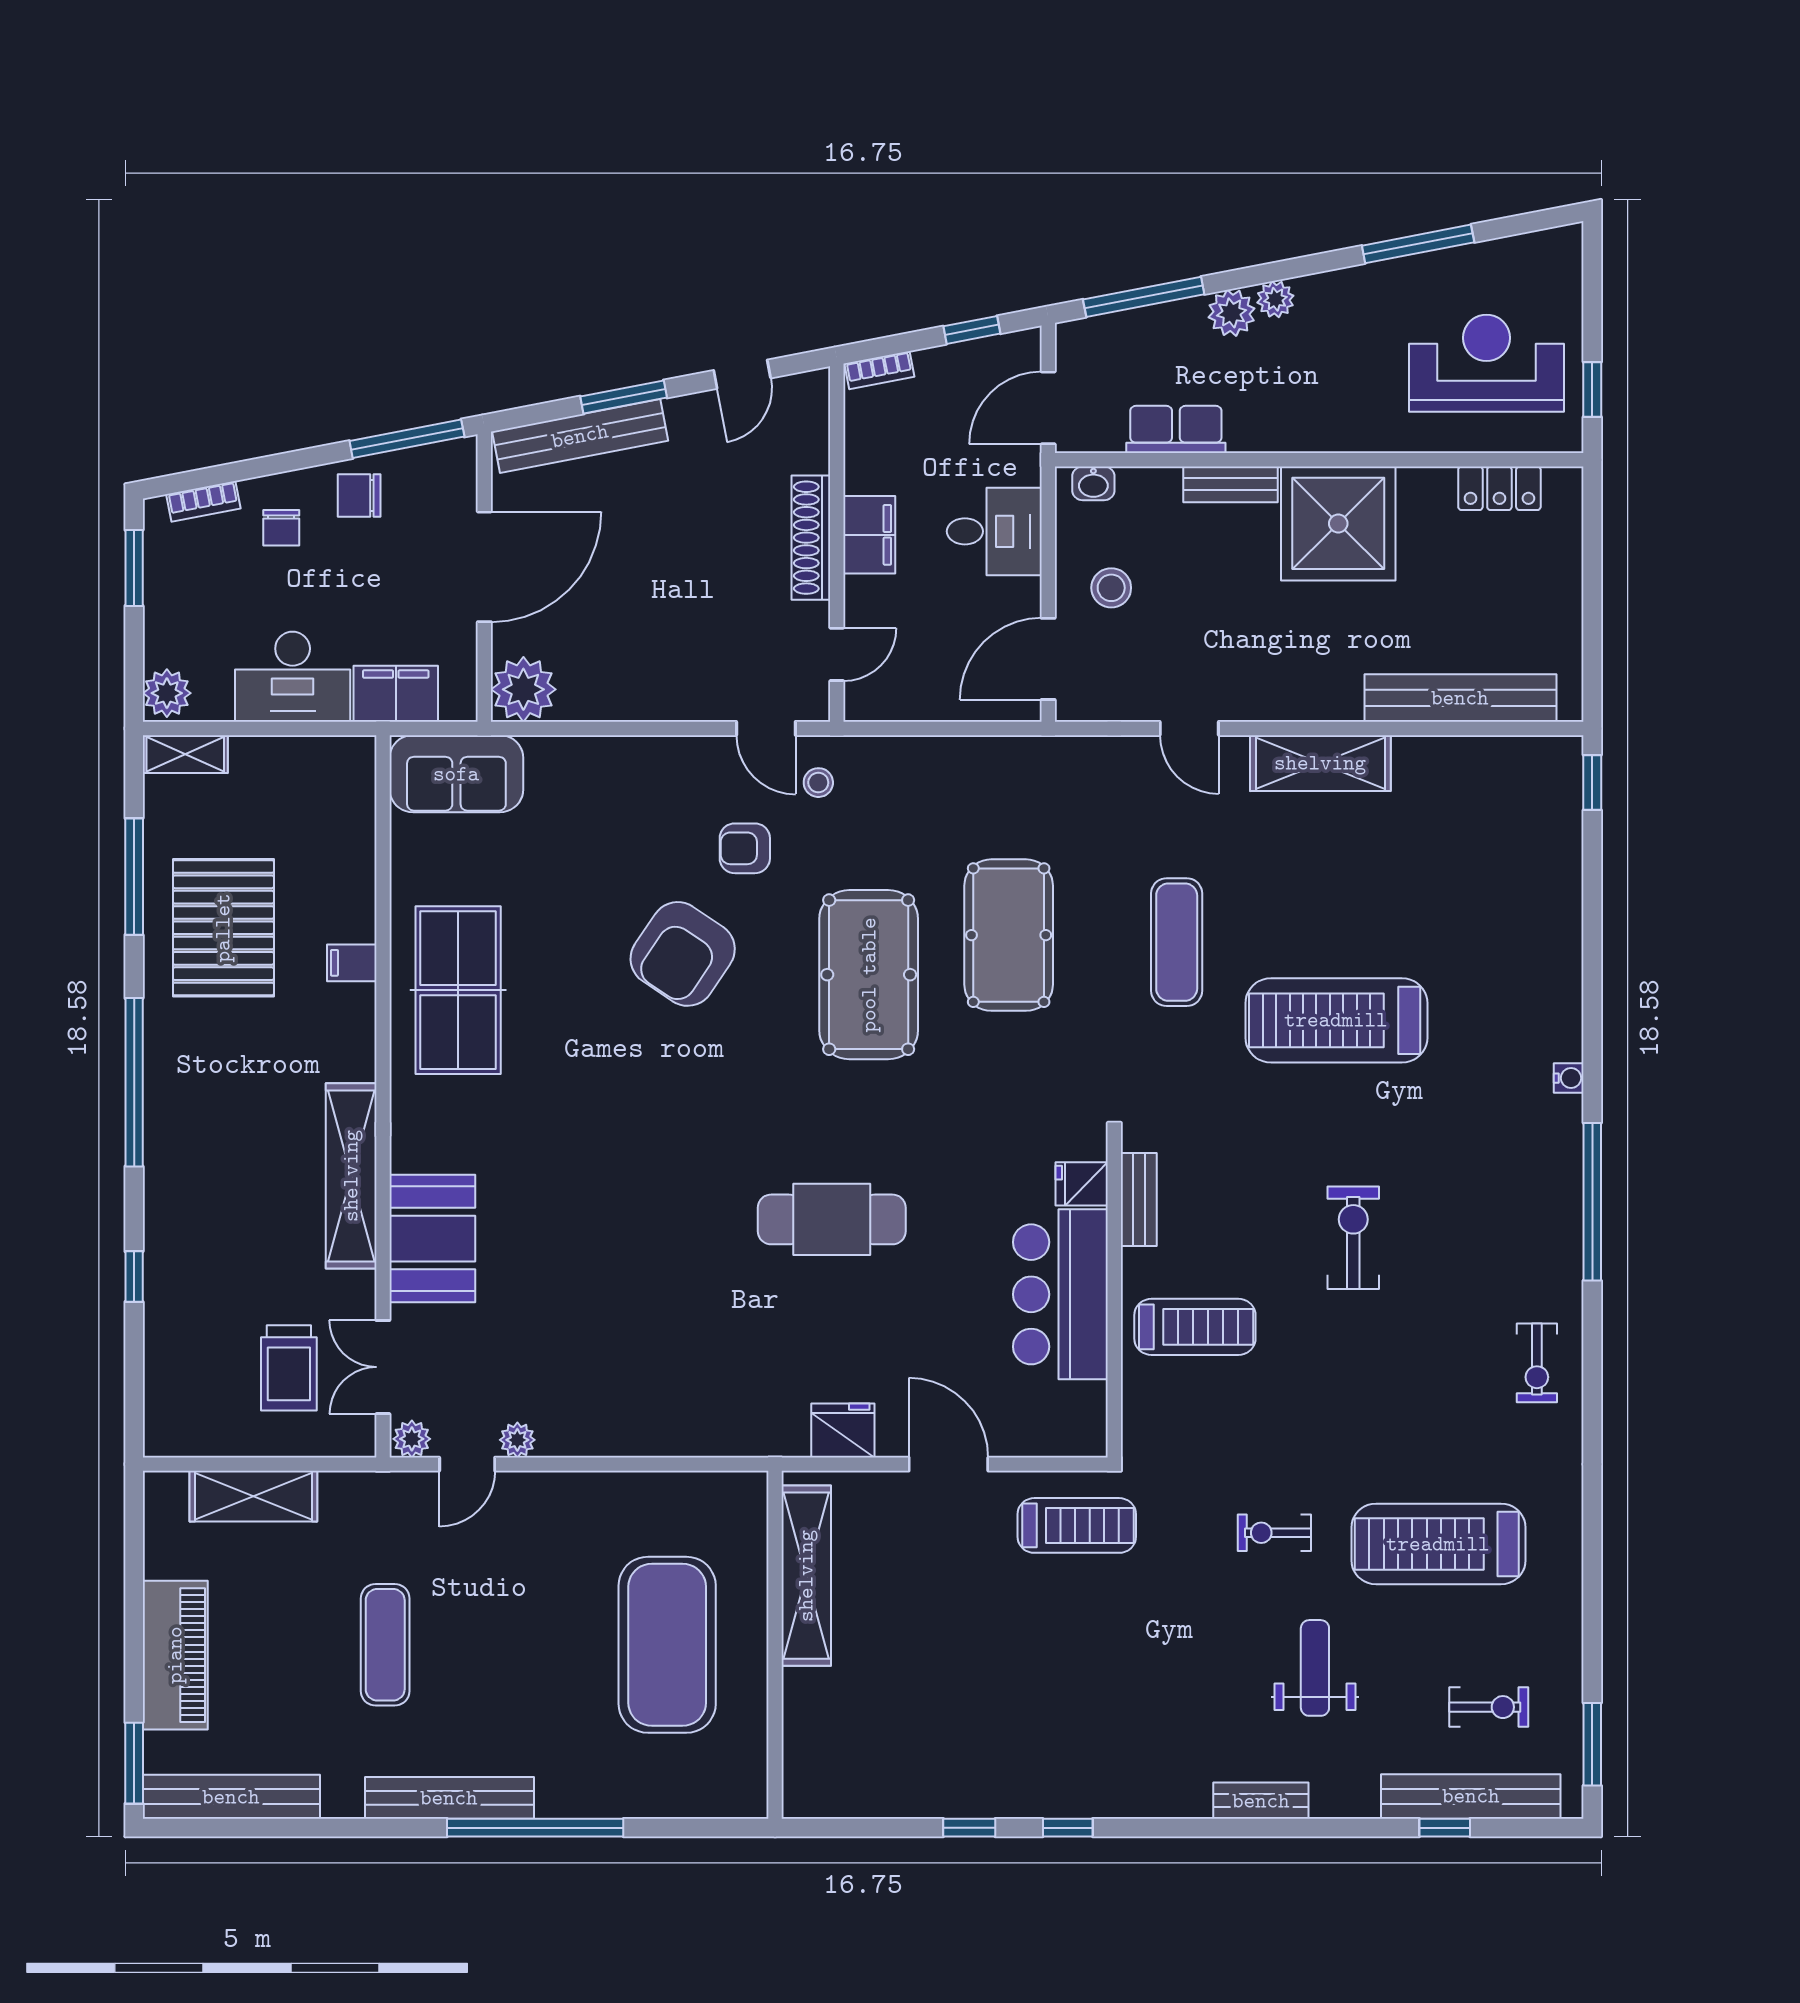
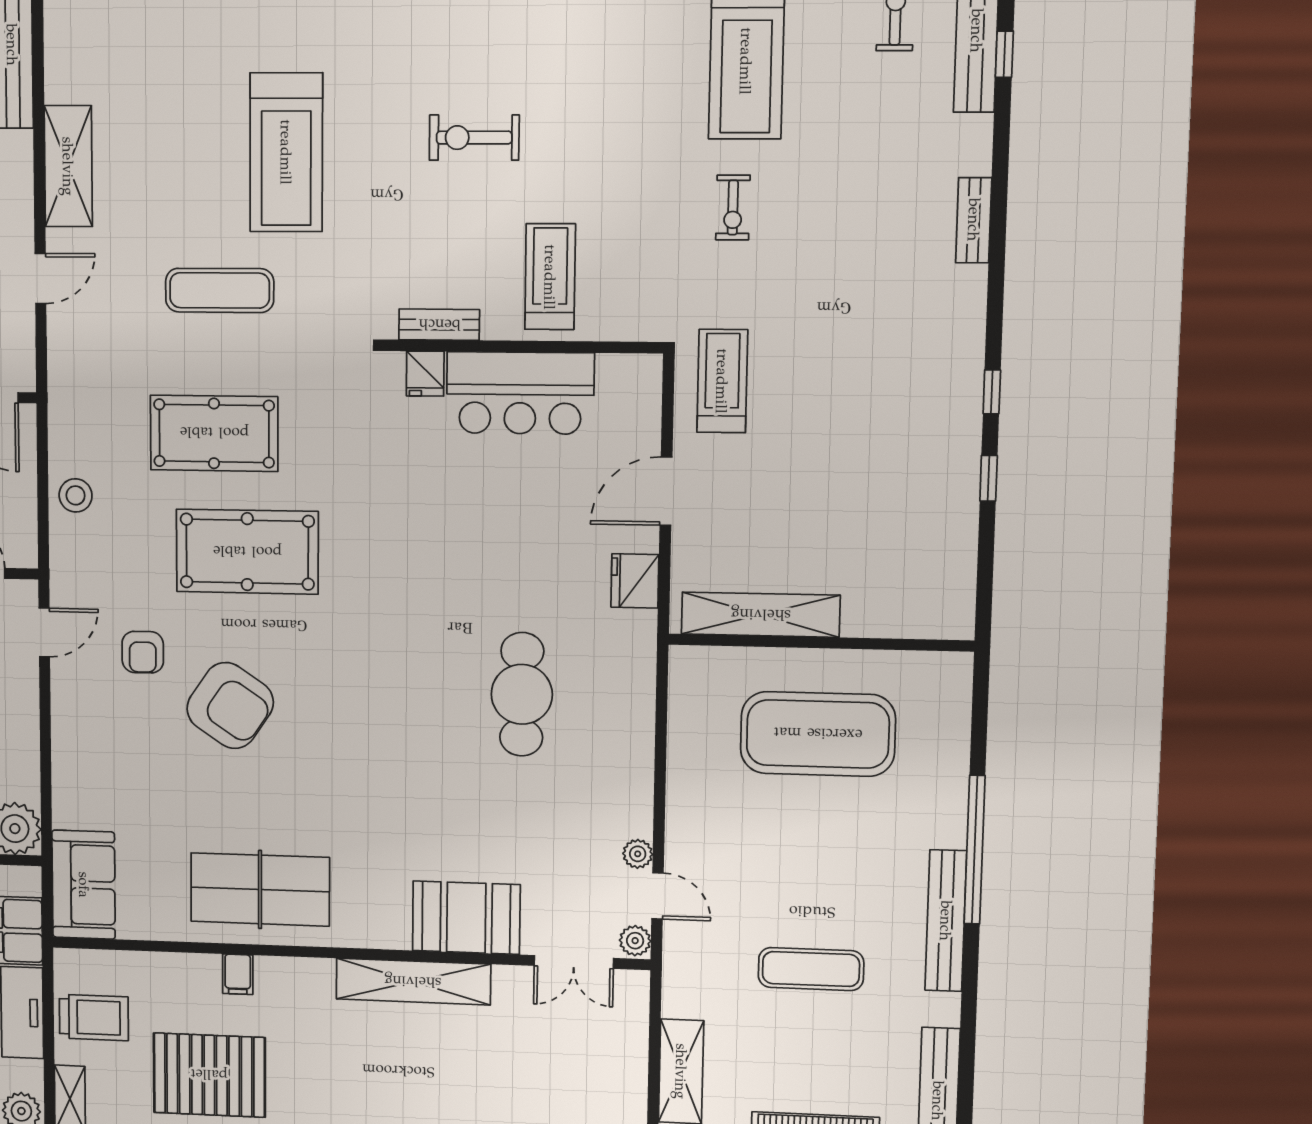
stool: (818, 783) -> (76, 495), moved, width x1.37, depth x1.37
cafe table: (832, 1219) -> (522, 694), moved
trolley: (289, 1368) -> (94, 1017), moved
weight bench: (1315, 1668) -> (855, 172), removed

